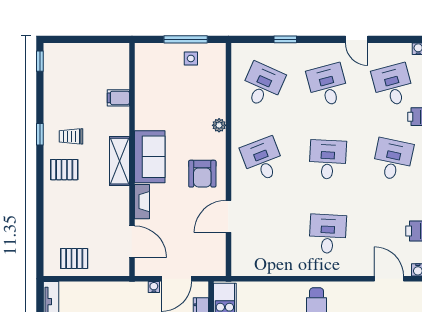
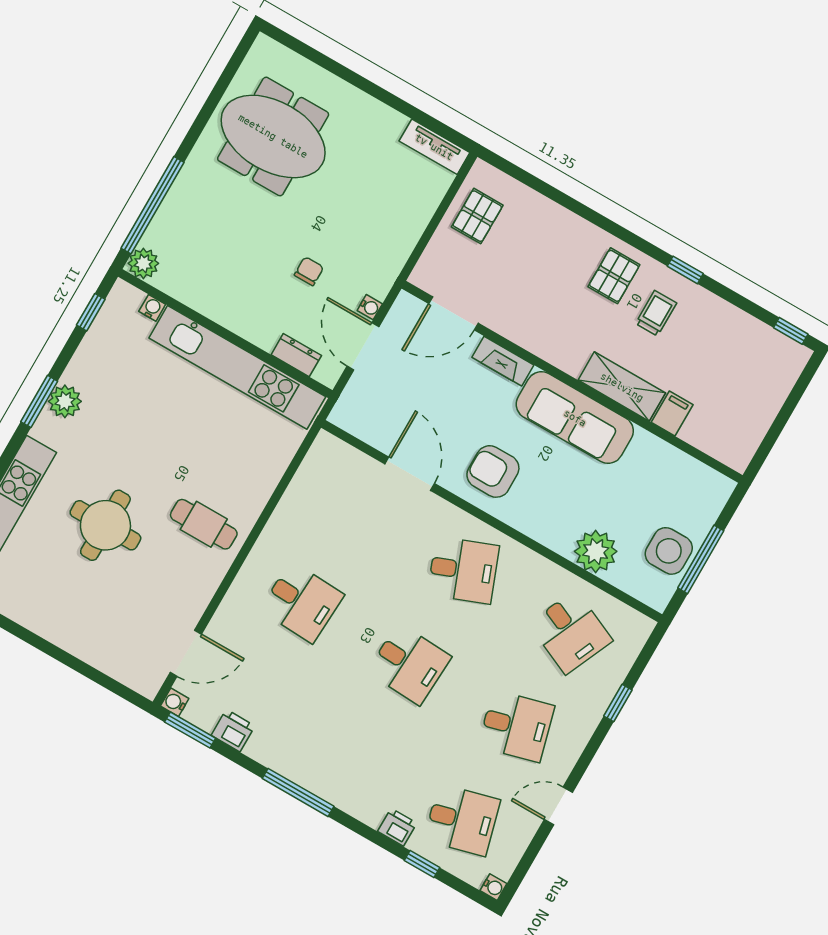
side table: (191, 58) -> (669, 551), width x1.87, depth x1.87
plant: (219, 125) -> (596, 551), moved, width x1.88, depth x1.88
sofa: (150, 157) -> (575, 418), width x1.36
desk: (393, 159) -> (355, 758), removed
shelving: (119, 161) -> (622, 387), moved

